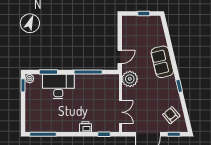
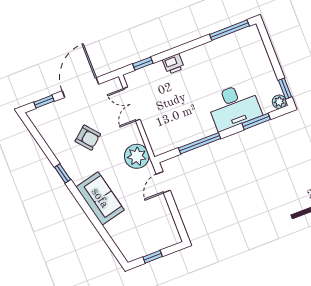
armchair: (171, 115) -> (88, 138), moved

